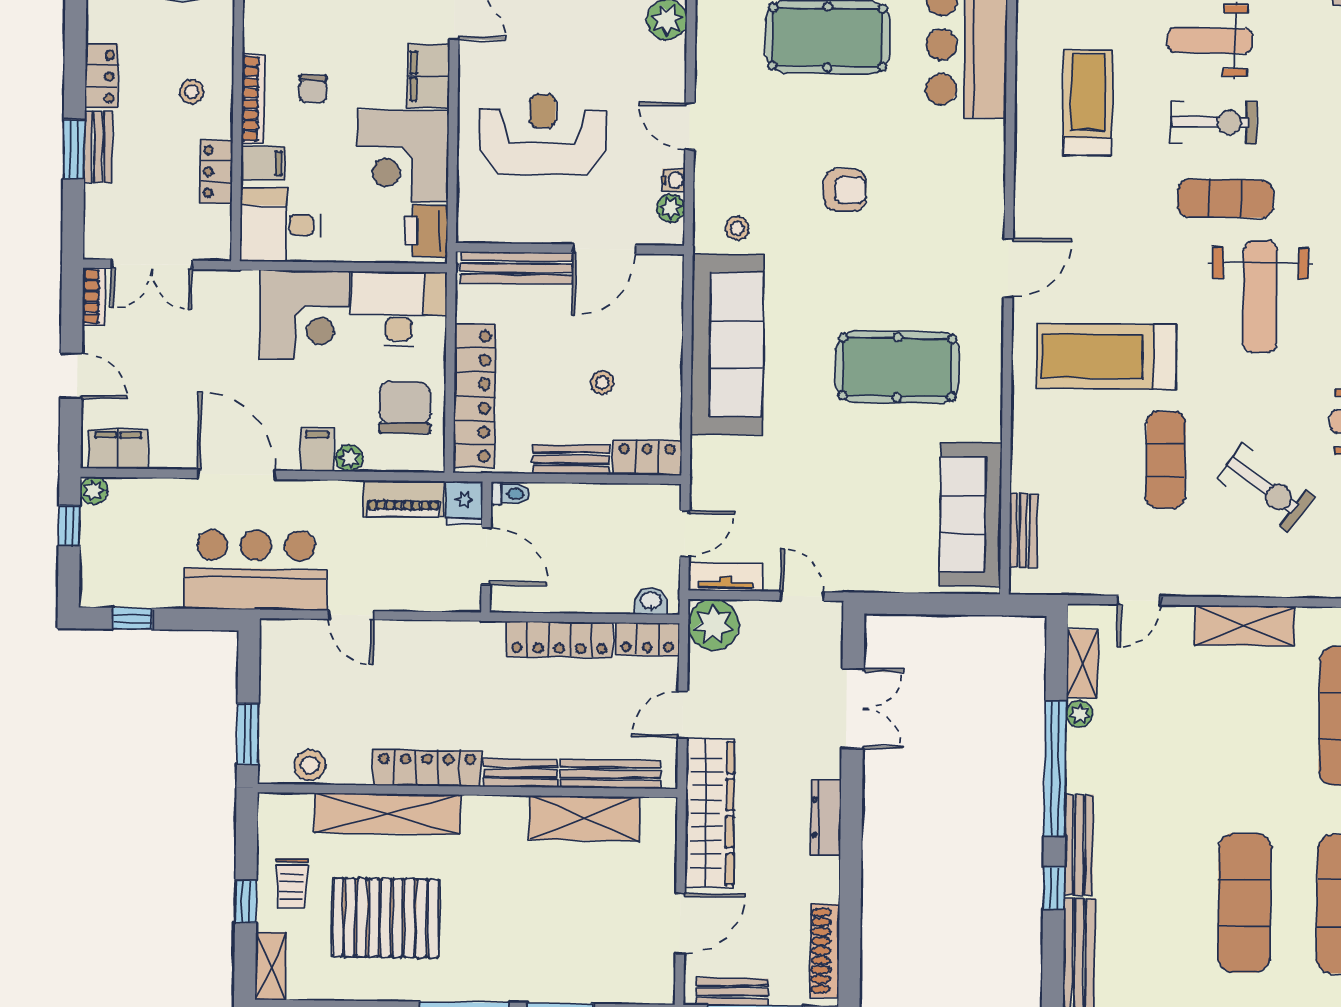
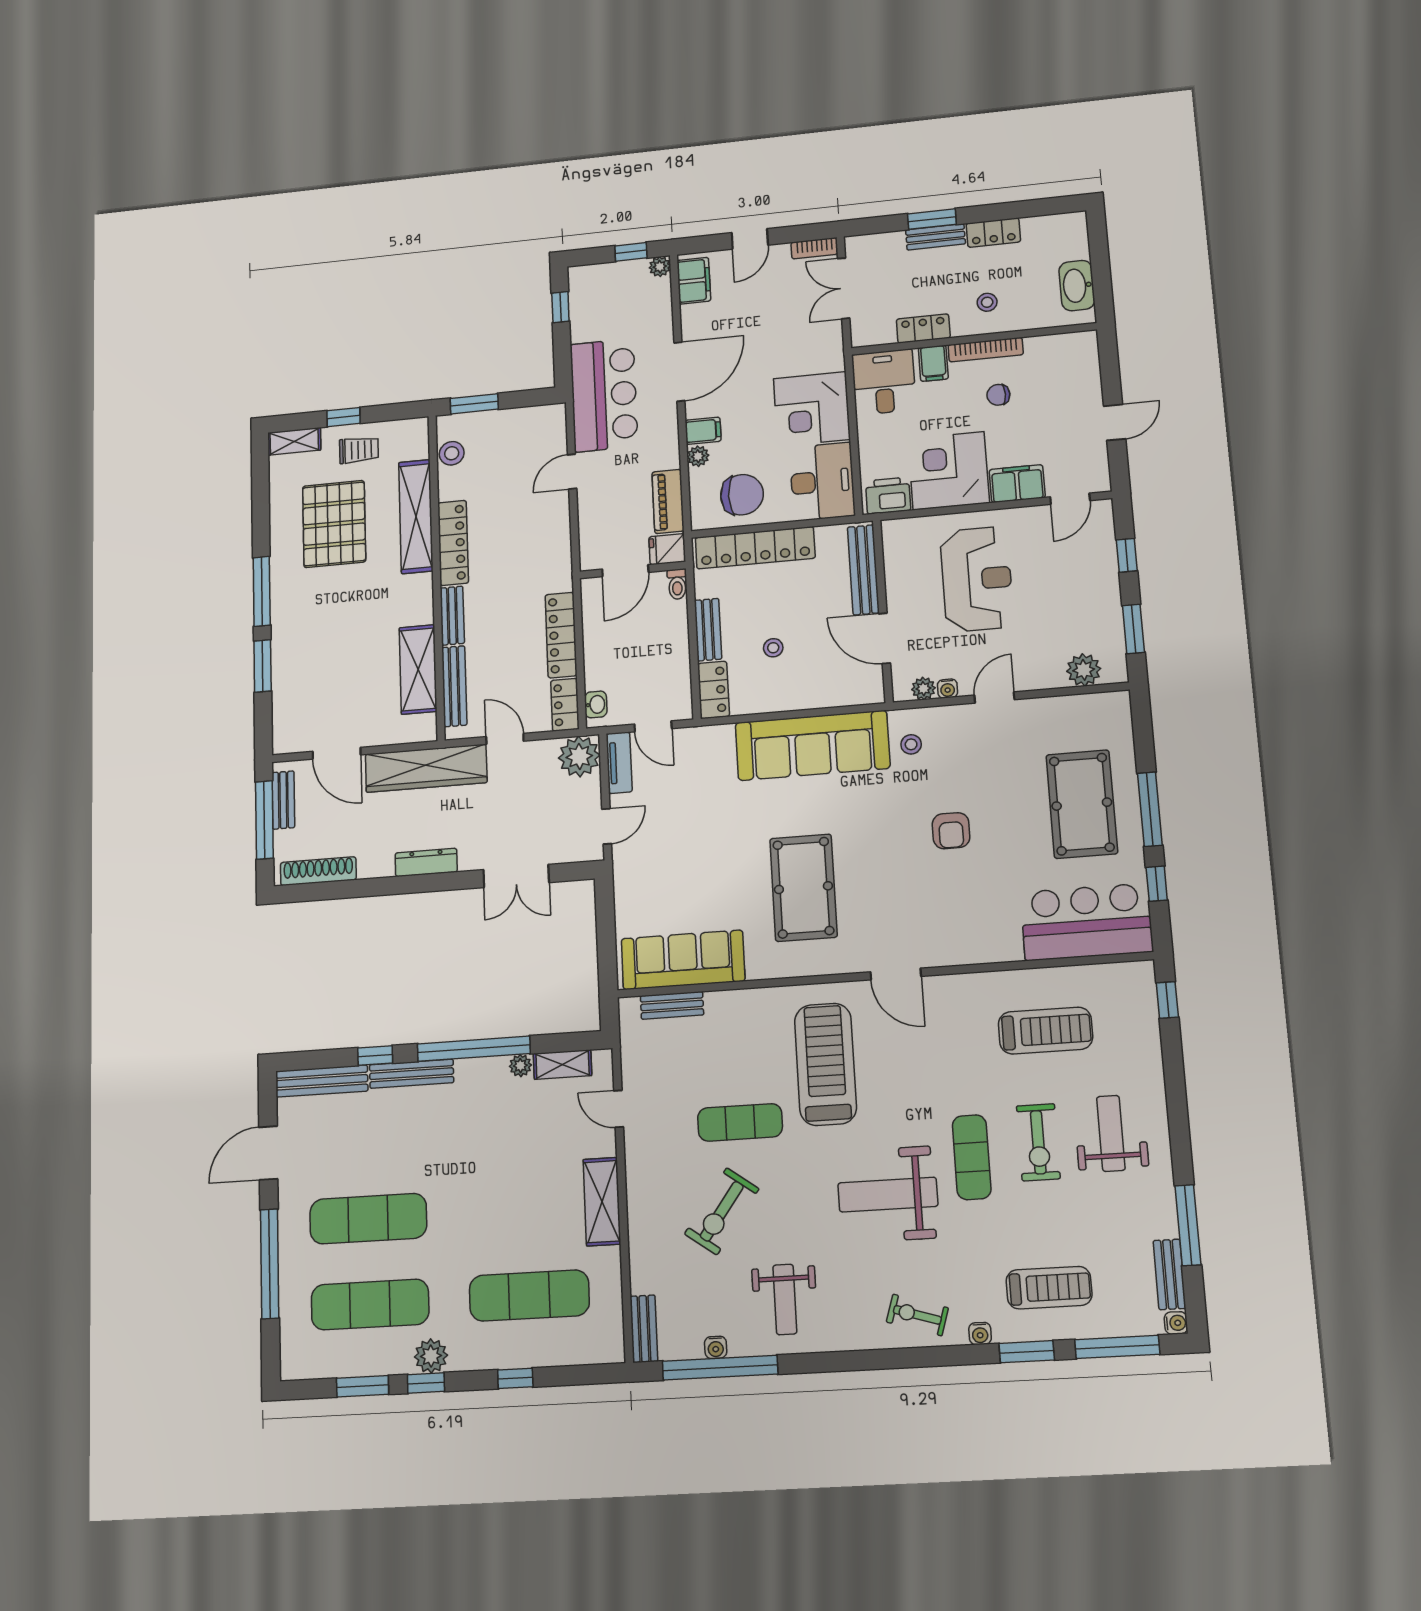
trolley: (292, 883) -> (359, 450), turned 180

